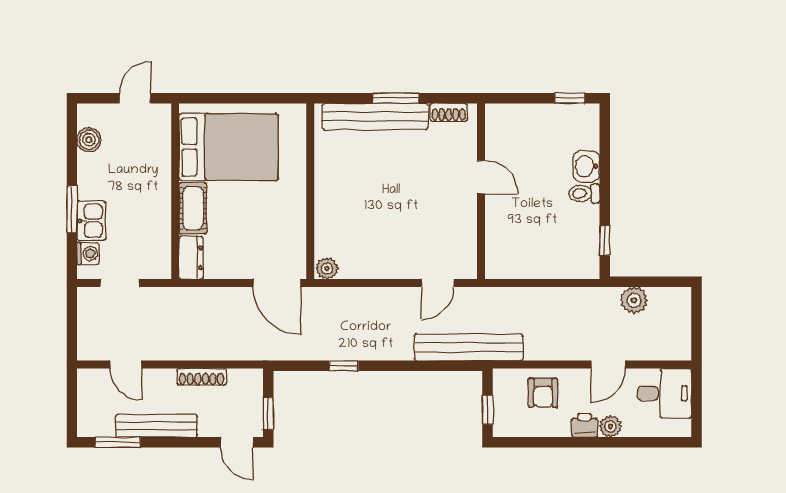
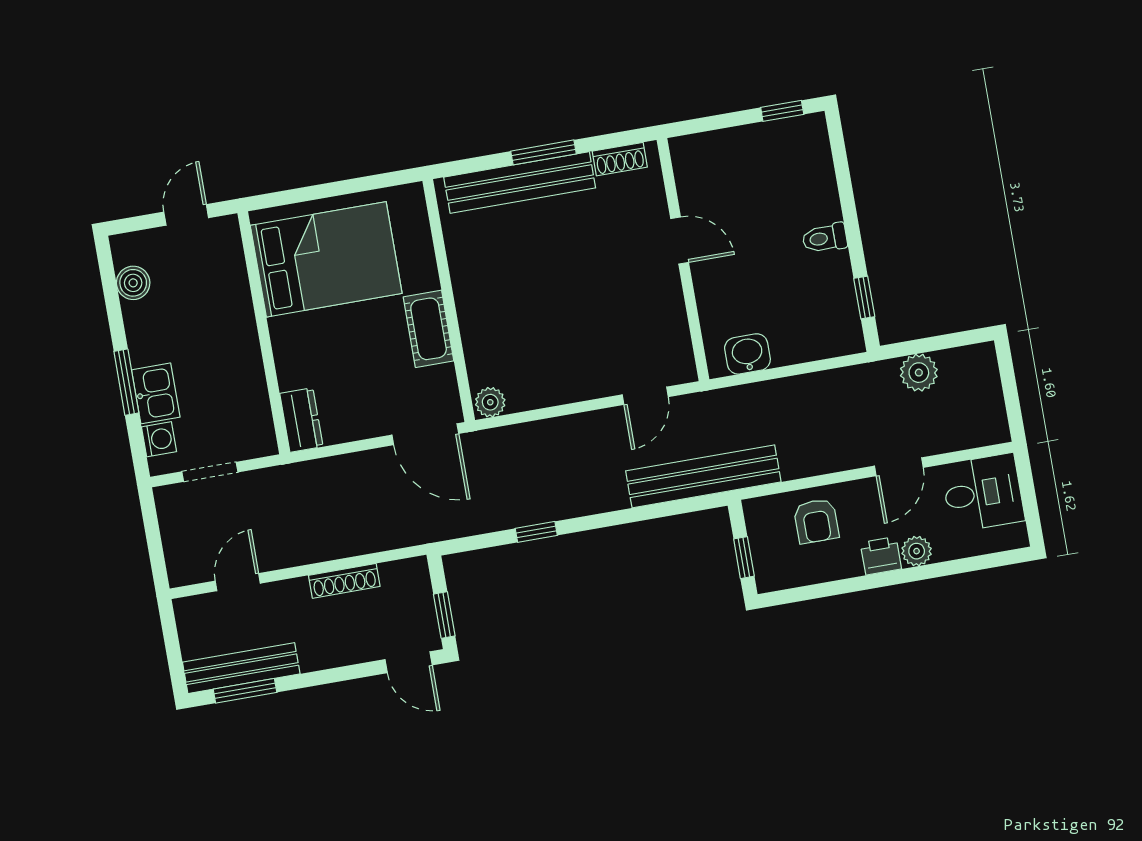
washbasin: (586, 166) -> (747, 354), moved, turned 90
cot: (193, 208) -> (429, 329), moved
door: (126, 365) -> (238, 582), swing flipped
bench: (157, 426) -> (241, 668), moved

